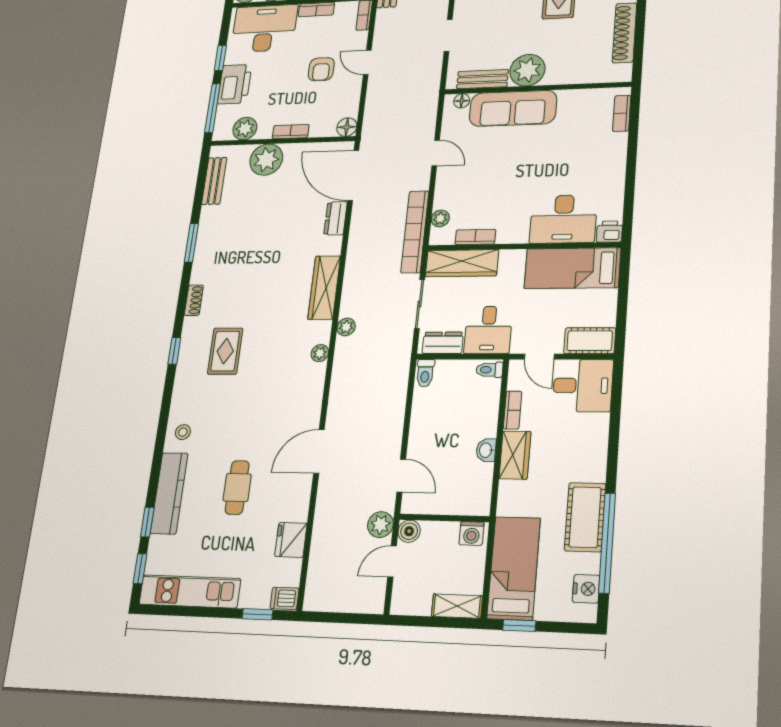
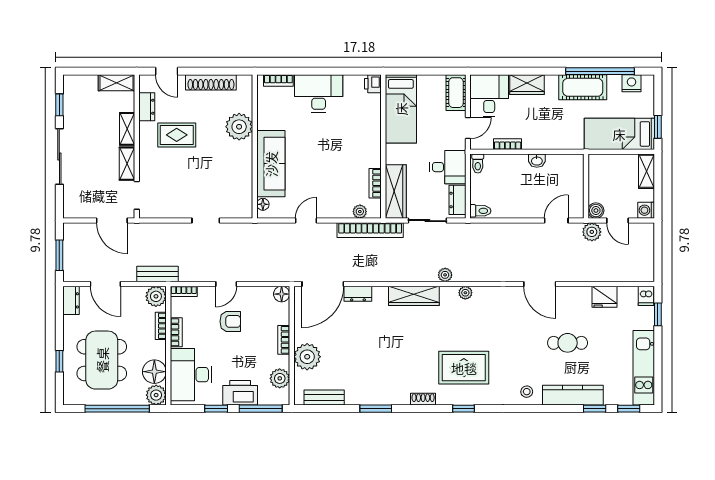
plant: (527, 70) -> (239, 127), moved
bench: (482, 79) -> (245, 190), removed
desk: (563, 219) -> (319, 94), moved, turned -90
rug: (225, 351) -> (464, 368), width x1.36, depth x1.43
wardrobe: (515, 455) -> (527, 85), moved, turned 180
washing machine: (472, 533) -> (646, 210), moved, turned 180

